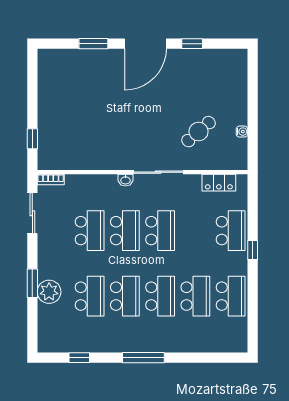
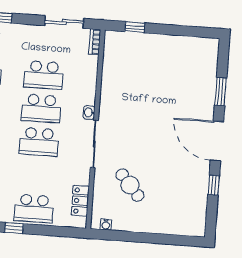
water cooler: (242, 132) -> (106, 225), moved

